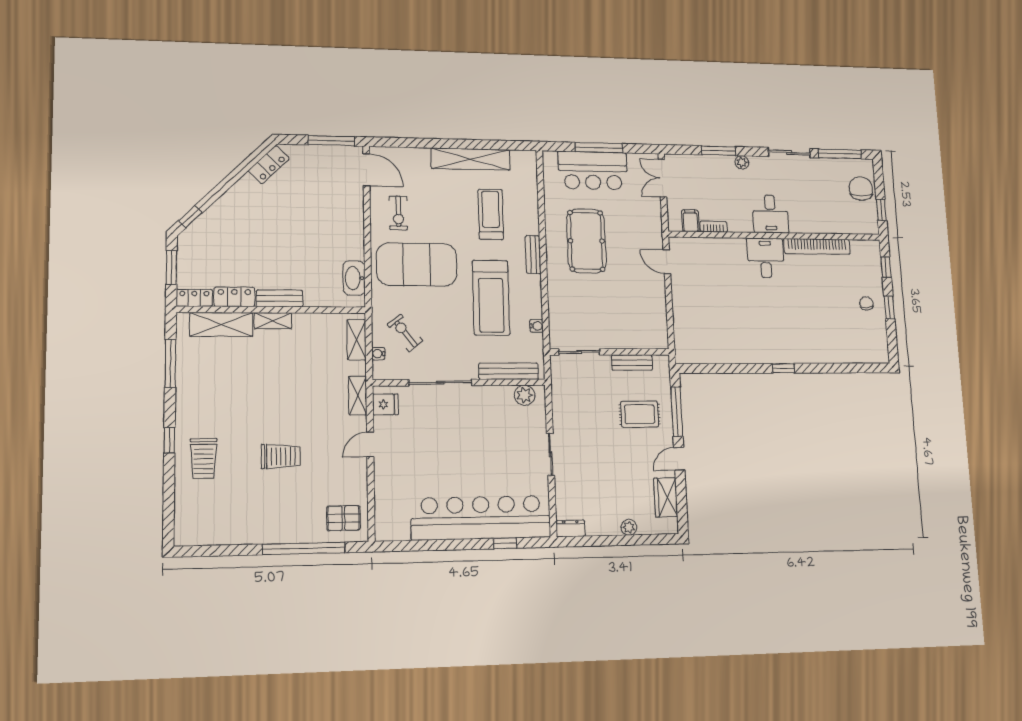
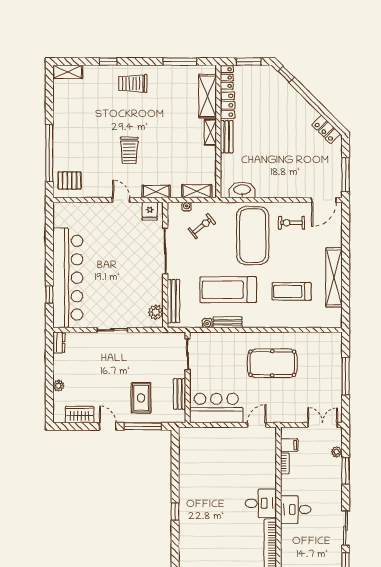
plant: (742, 162) -> (337, 452), moved
bar counter: (593, 171) -> (216, 408), moved, turned 90
treadmill: (491, 214) -> (292, 291), turned 180
bench: (533, 255) -> (228, 322), moved
window: (169, 440) -> (108, 62), moved
trolley: (281, 456) -> (129, 150), moved
trolley: (204, 458) -> (133, 84), moved
pallet: (343, 518) -> (70, 181), turned 90
shelving: (184, 524) -> (68, 72), added

